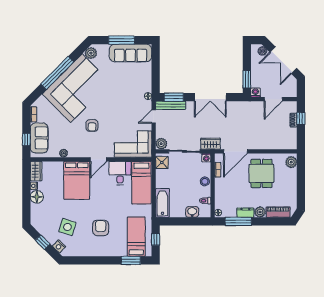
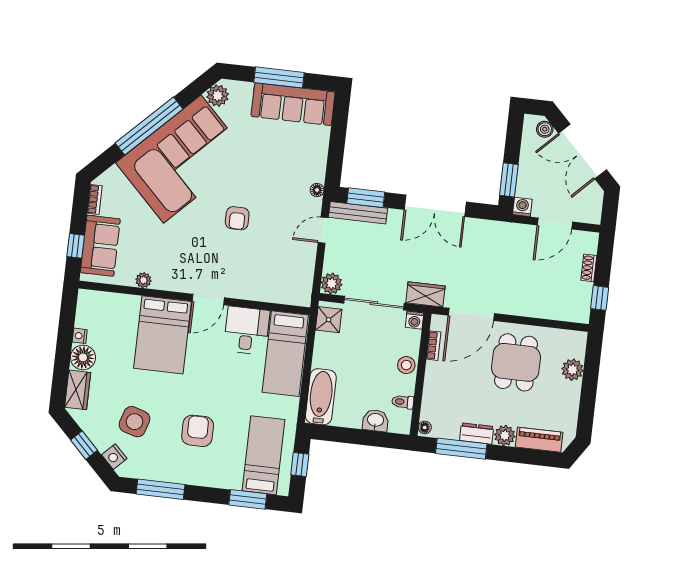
window: (301, 119) -> (600, 298), moved
armchair: (92, 125) -> (237, 218), moved
corner sofa: (133, 144) -> (278, 278), removed
plant: (291, 162) -> (573, 370), moved
wardrobe: (36, 171) -> (78, 390), moved
window: (85, 260) -> (160, 489), added

